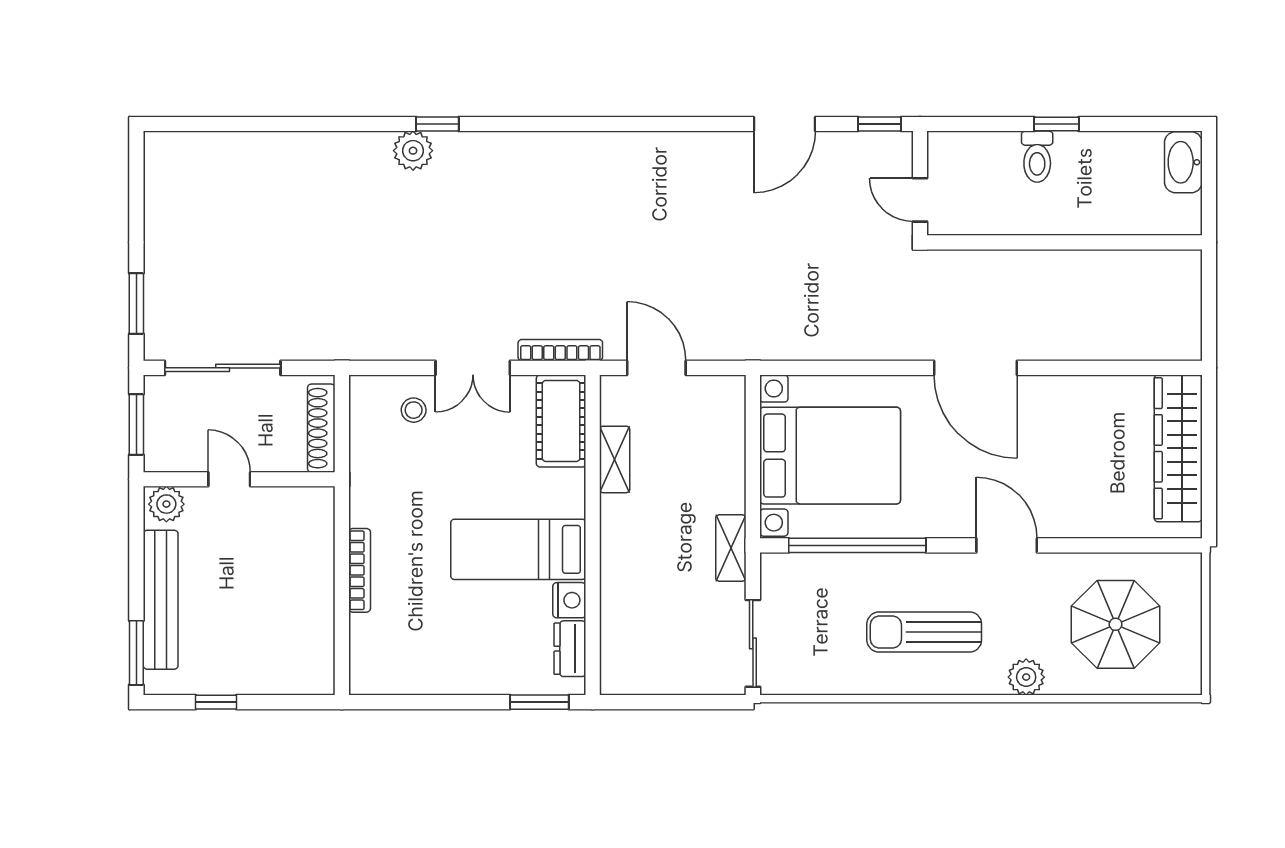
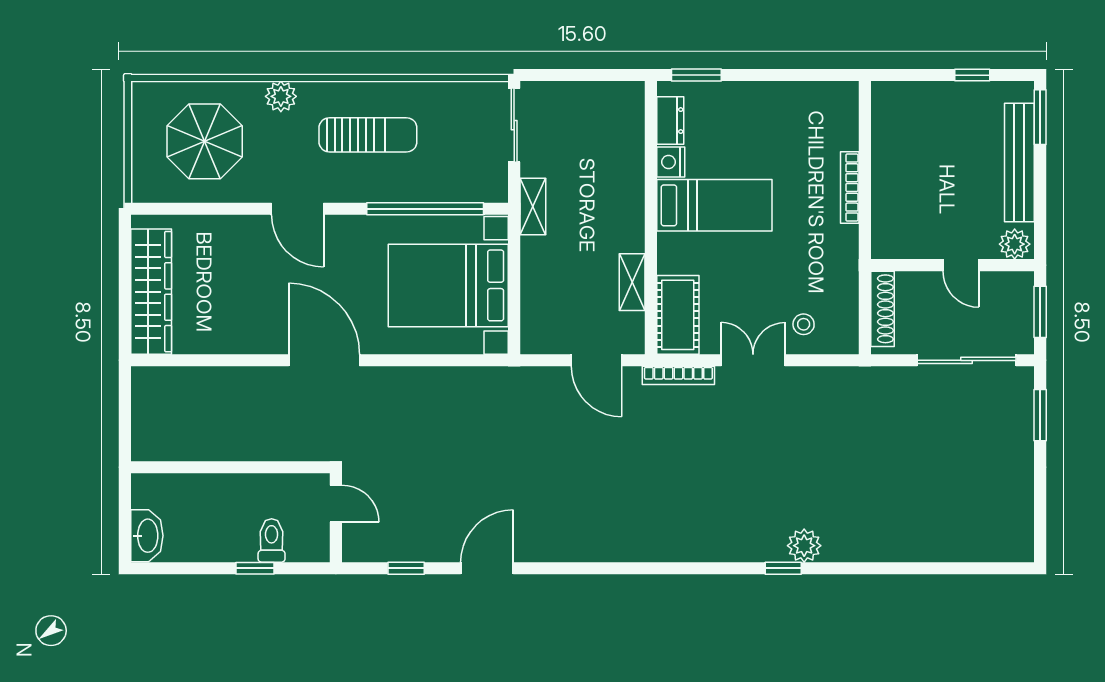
wall: (920, 183) -> (336, 518), moved
door: (920, 200) -> (336, 504), moved

